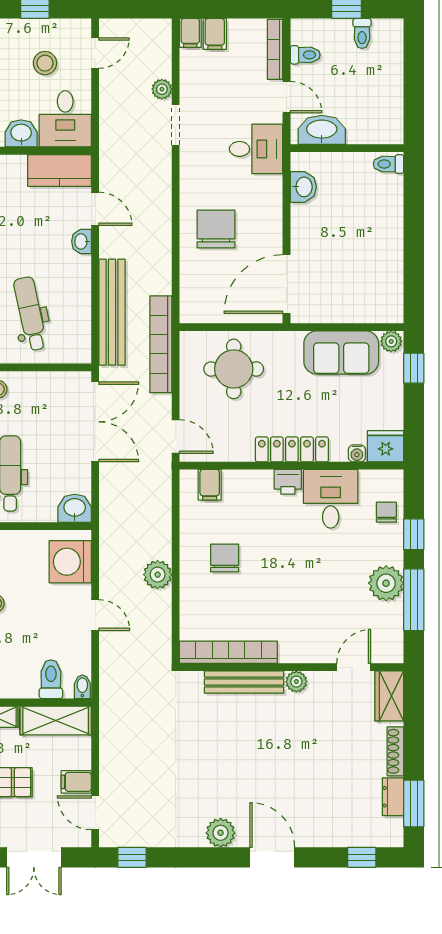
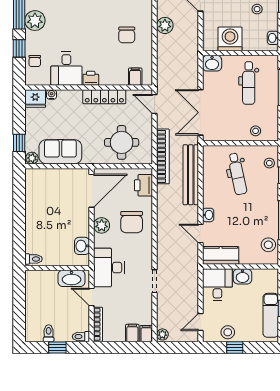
toilet: (305, 55) -> (81, 337), moved
stool: (45, 63) -> (228, 332), moved
plant: (162, 89) -> (162, 334), moved
desk: (256, 149) -> (109, 268), width x1.37
plant: (269, 223) -> (102, 225), added
printer: (195, 294) -> (143, 185), added
locker: (292, 449) -> (104, 97), moved
washing machine: (70, 562) -> (230, 39), moved, turned -90

